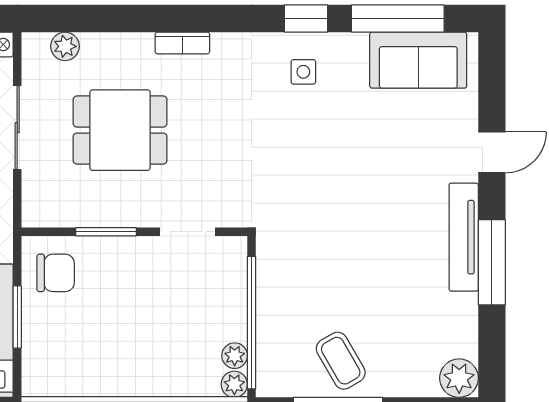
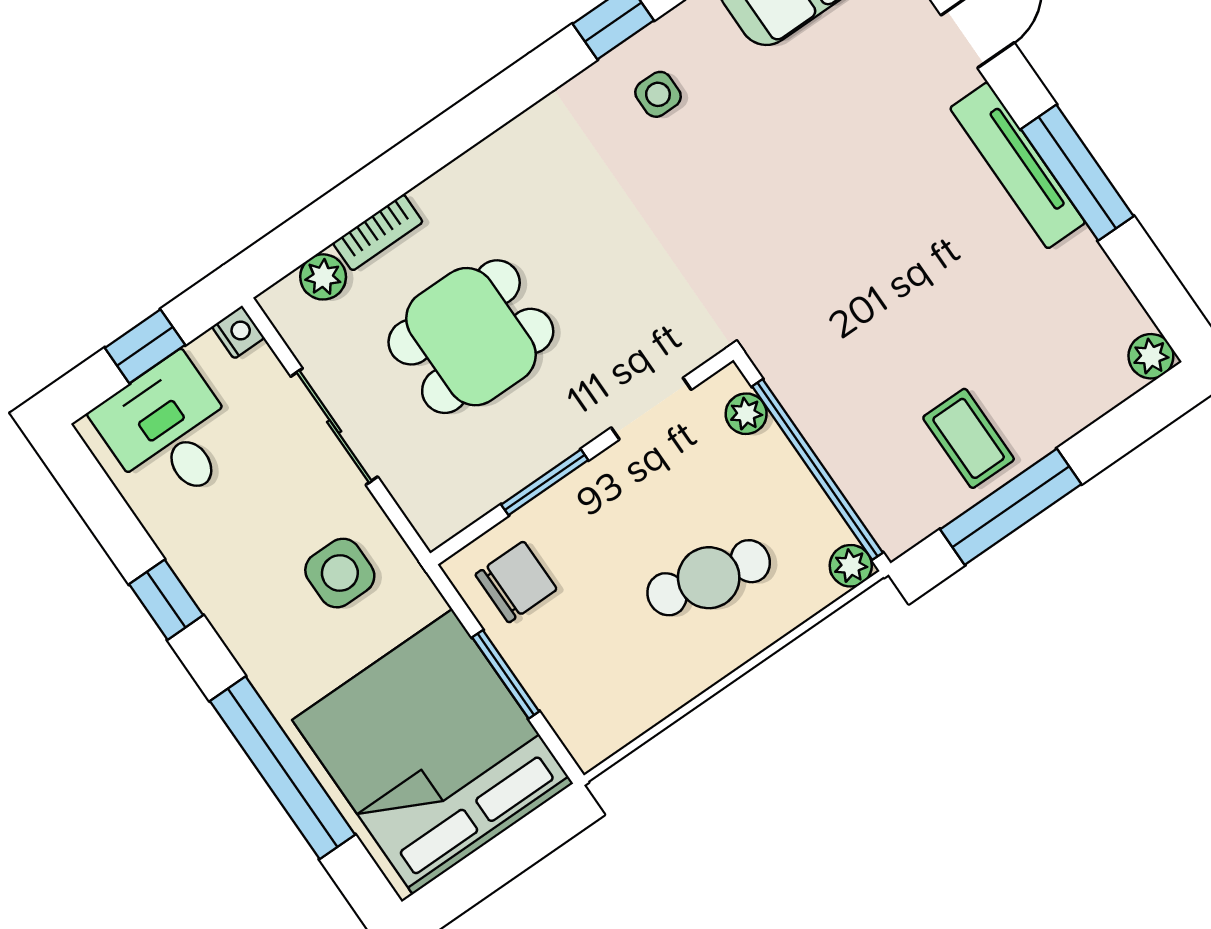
bookcase: (182, 43) -> (378, 232), moved
cafe table: (157, 340) -> (709, 578), added
plant: (235, 356) -> (746, 414), moved
coffee table: (341, 361) -> (969, 438), turned 30
plant: (459, 378) -> (1151, 356), width x0.73, depth x0.73

